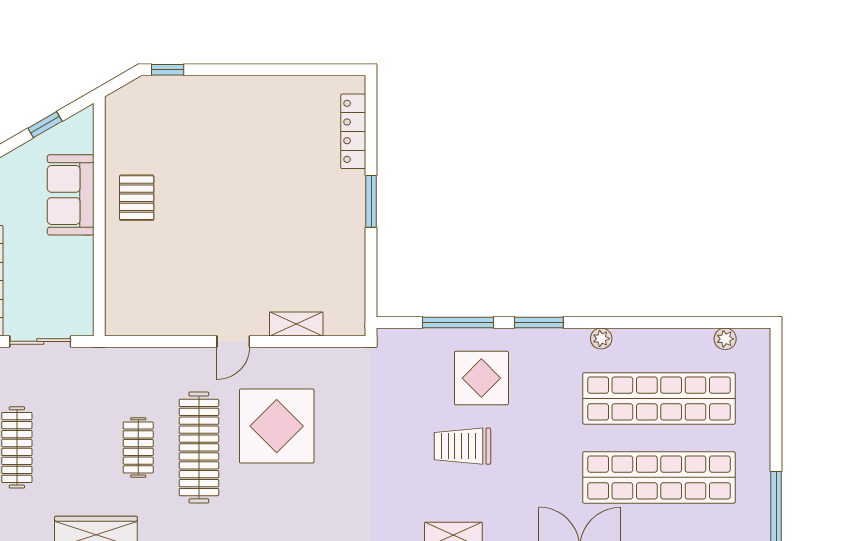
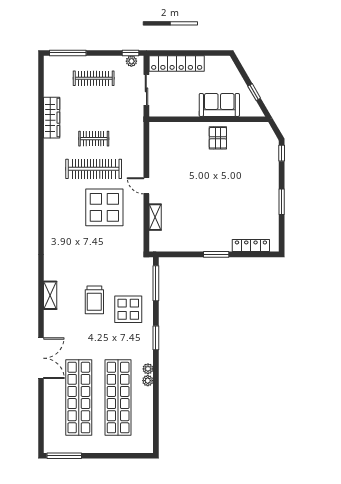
window: (265, 70) -> (282, 202), added
pallet: (137, 198) -> (218, 138), turned 90
window: (458, 322) -> (156, 283), moved
plant: (725, 339) -> (148, 381), moved
trolley: (462, 446) -> (94, 300), turned 180

